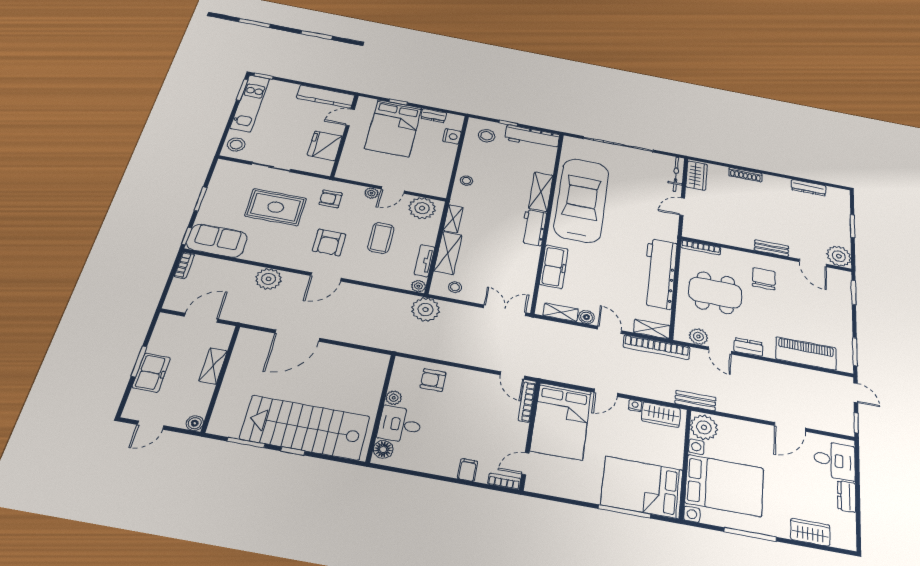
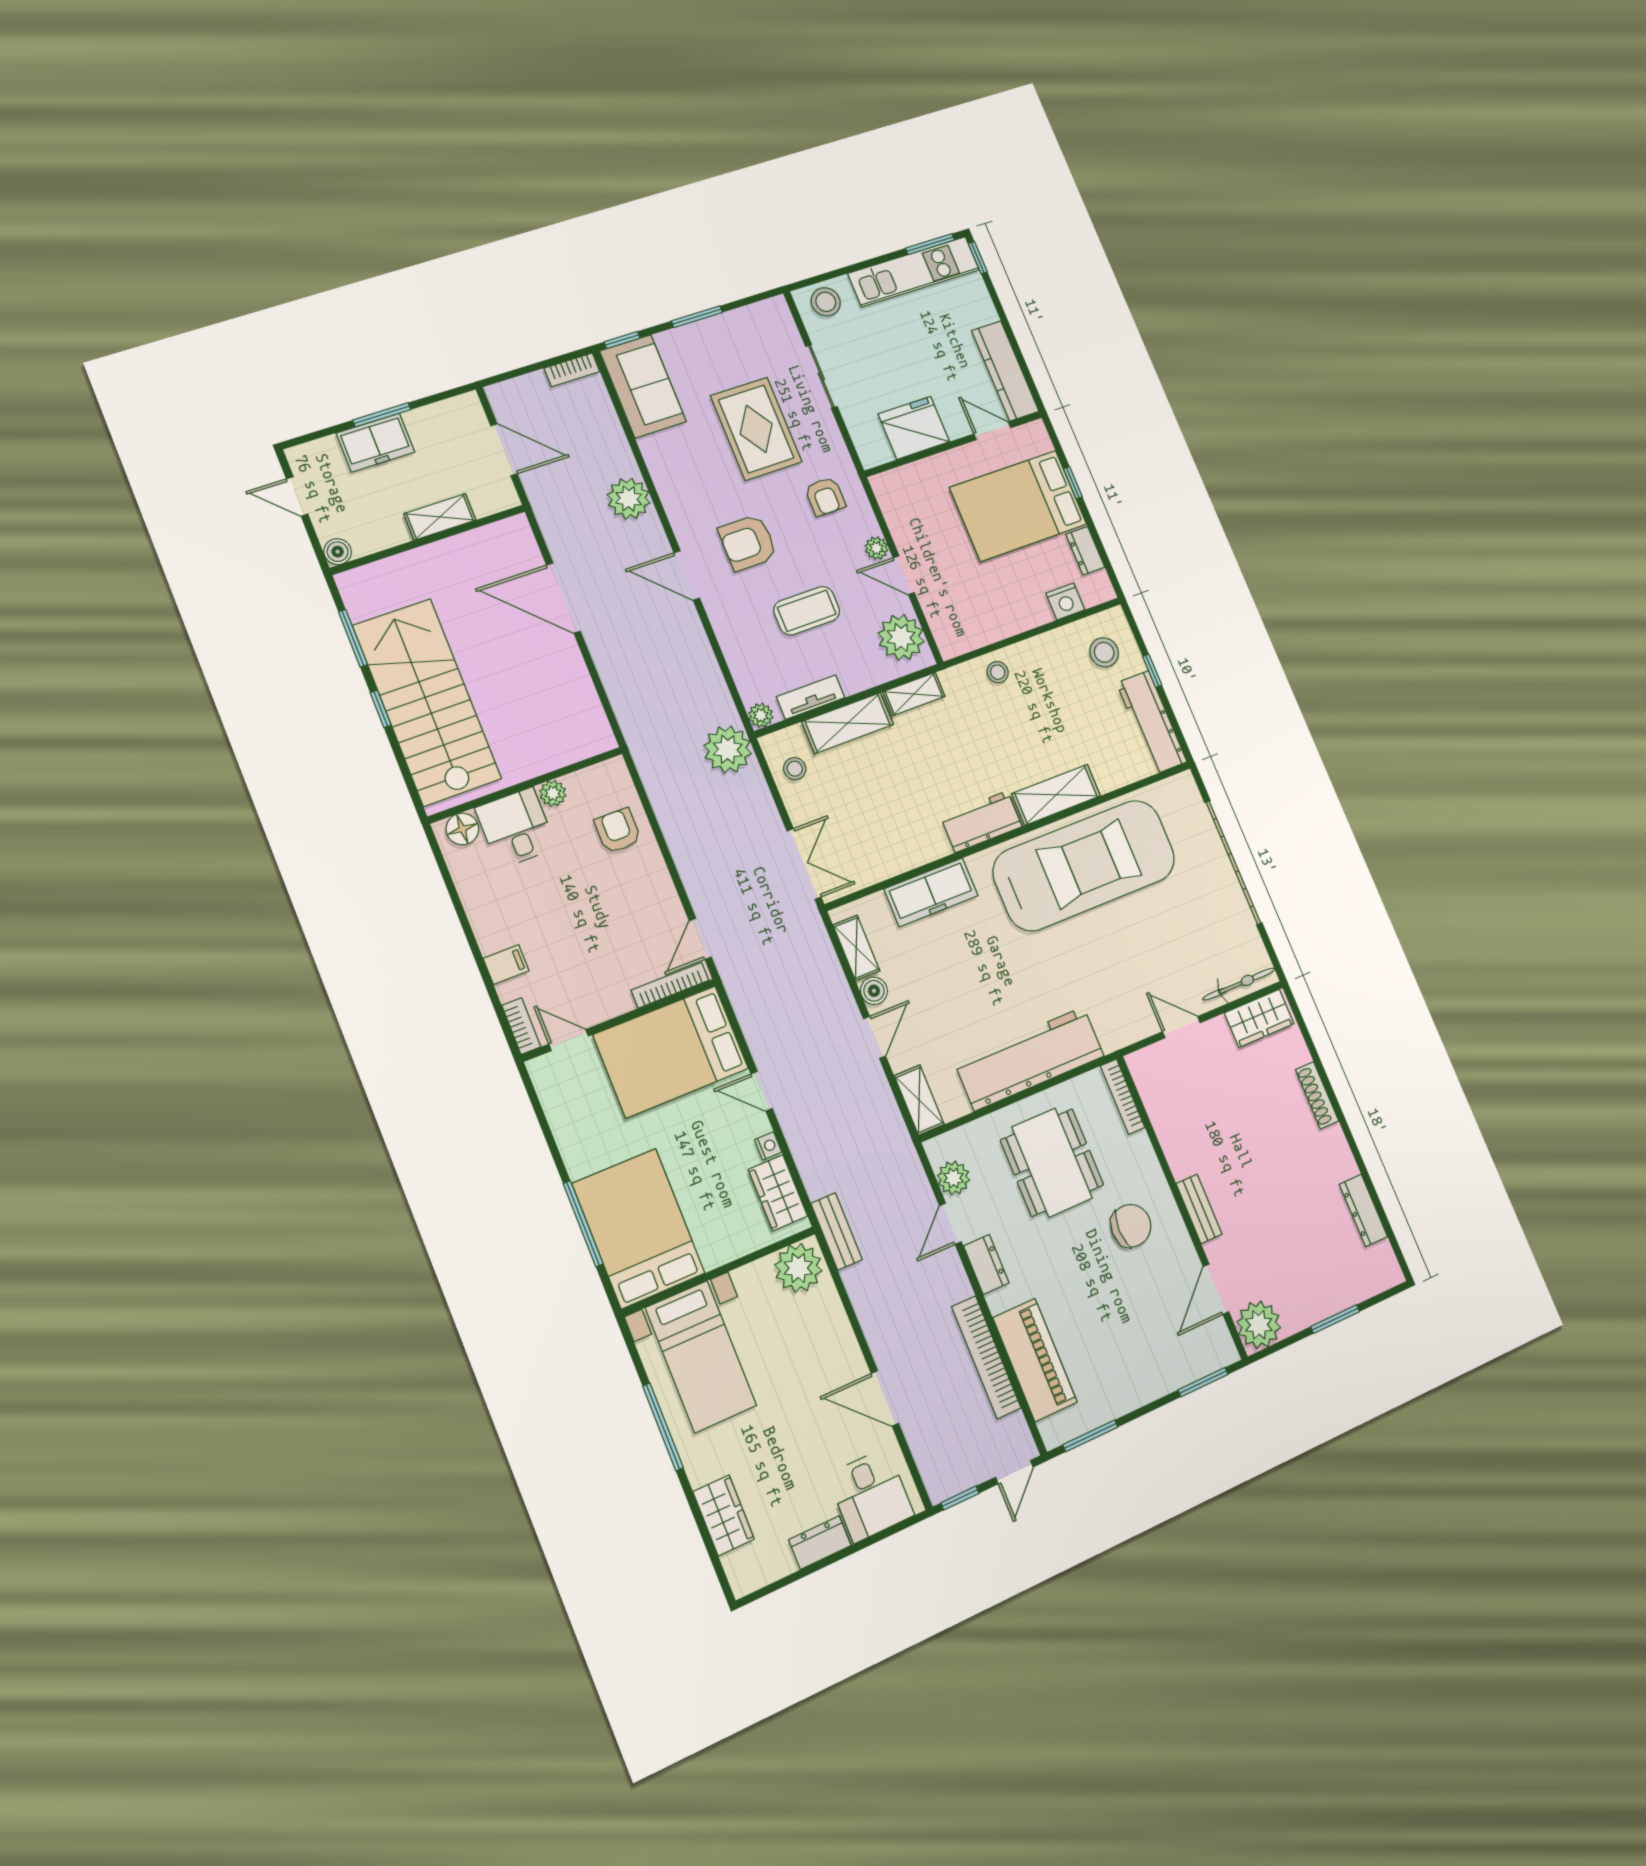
armchair: (331, 199) -> (825, 496), turned 180
bookcase: (657, 347) -> (986, 1357), moved
bed with nightstands: (724, 485) -> (701, 1357), width x0.73

